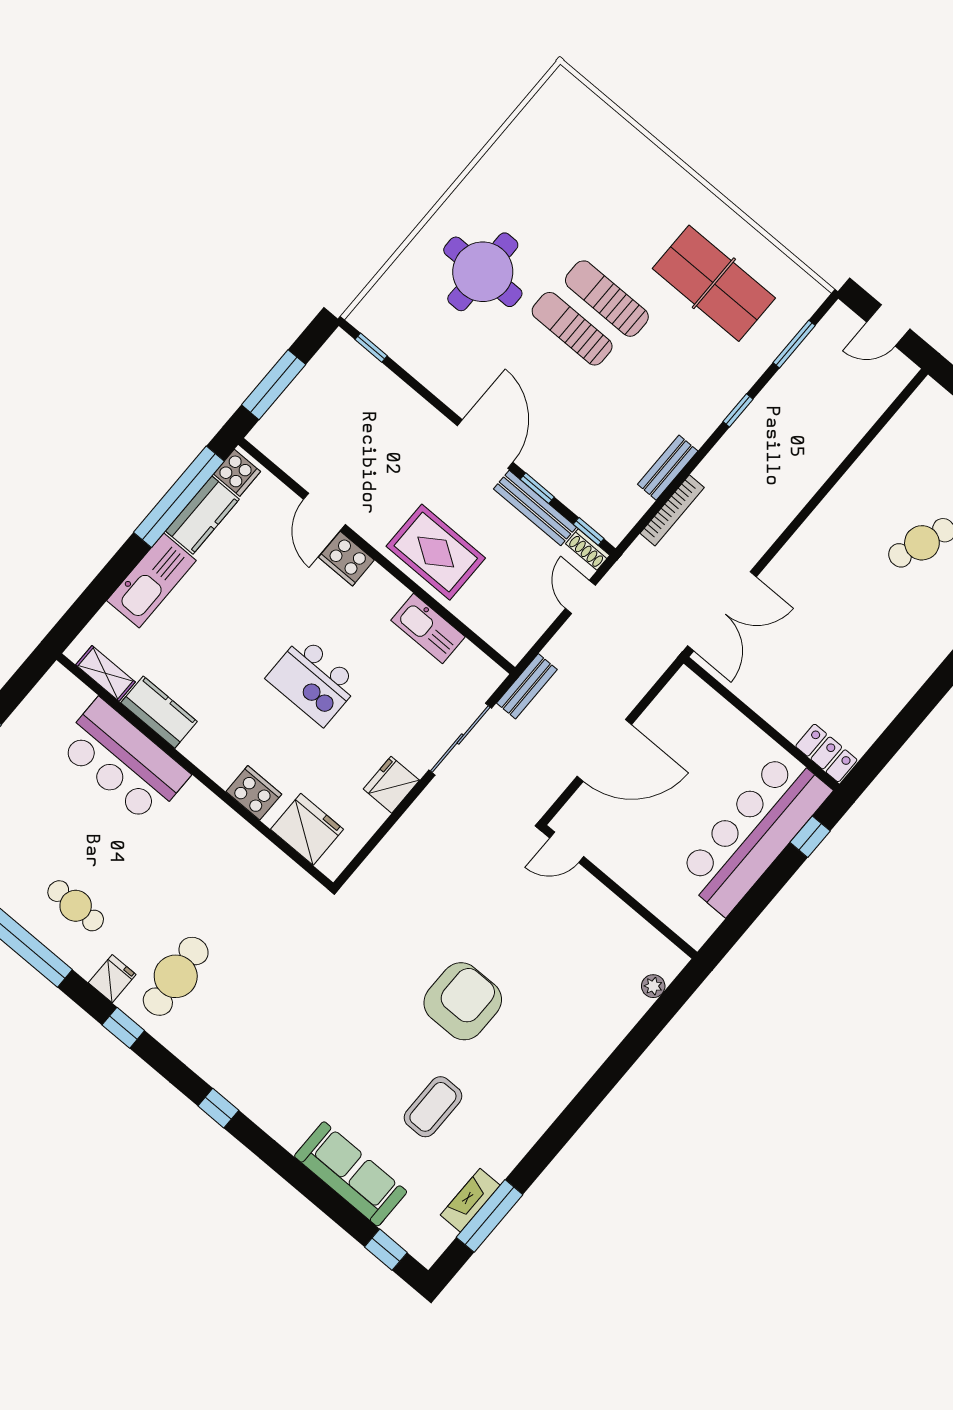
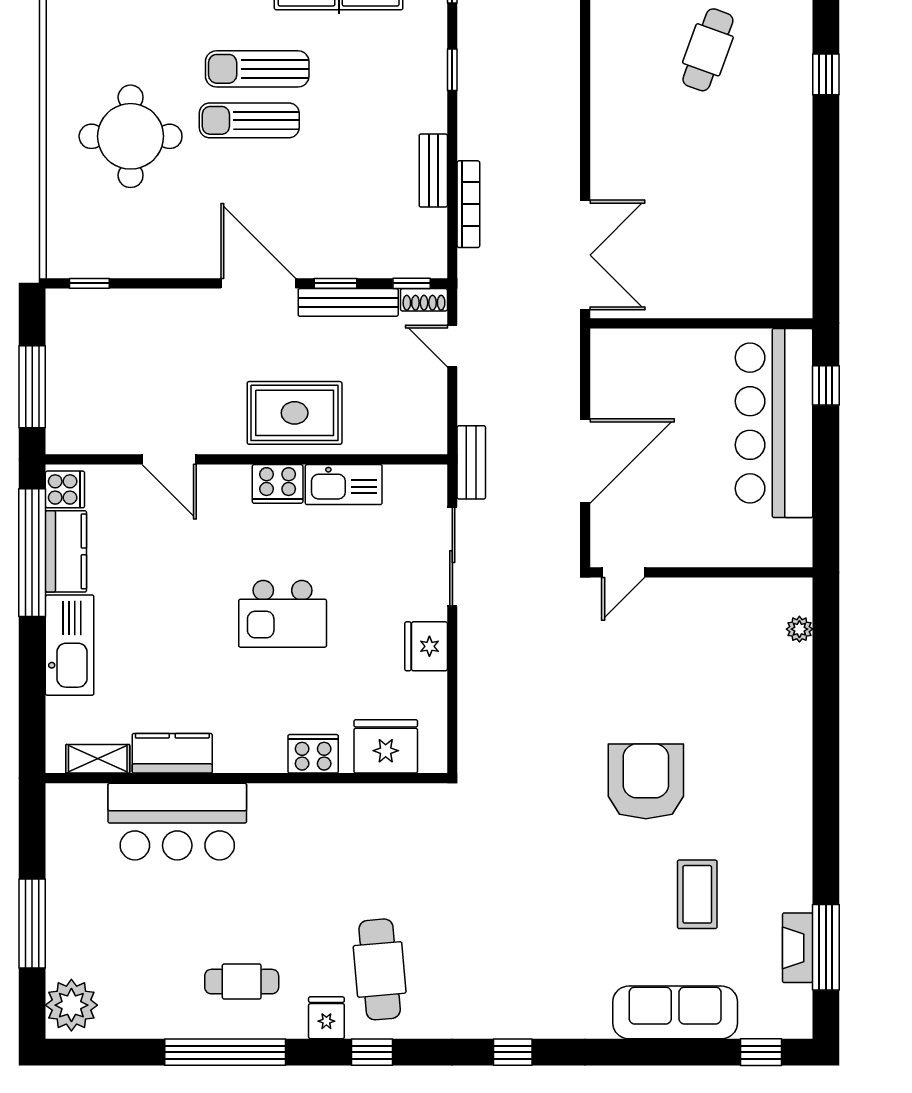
cooker: (346, 559) -> (278, 484), moved
locker: (826, 753) -> (779, 301), removed

